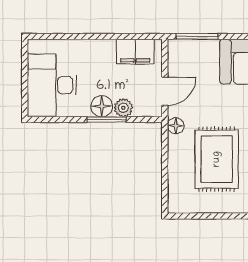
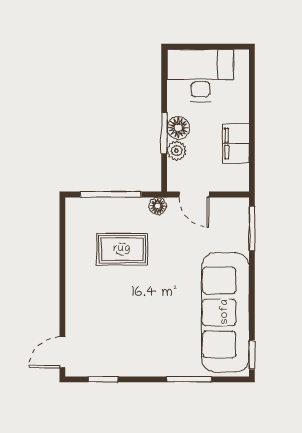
filing cabinet: (135, 52) -> (236, 144), moved
rug: (217, 159) -> (122, 249), width x0.73, depth x0.70
window: (165, 170) -> (111, 195), added

